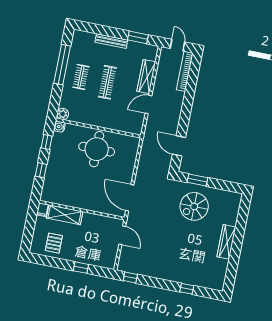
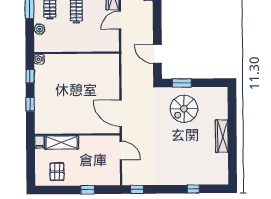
plant: (63, 114) -> (40, 29), moved
round table: (97, 149) -> (79, 73), removed

